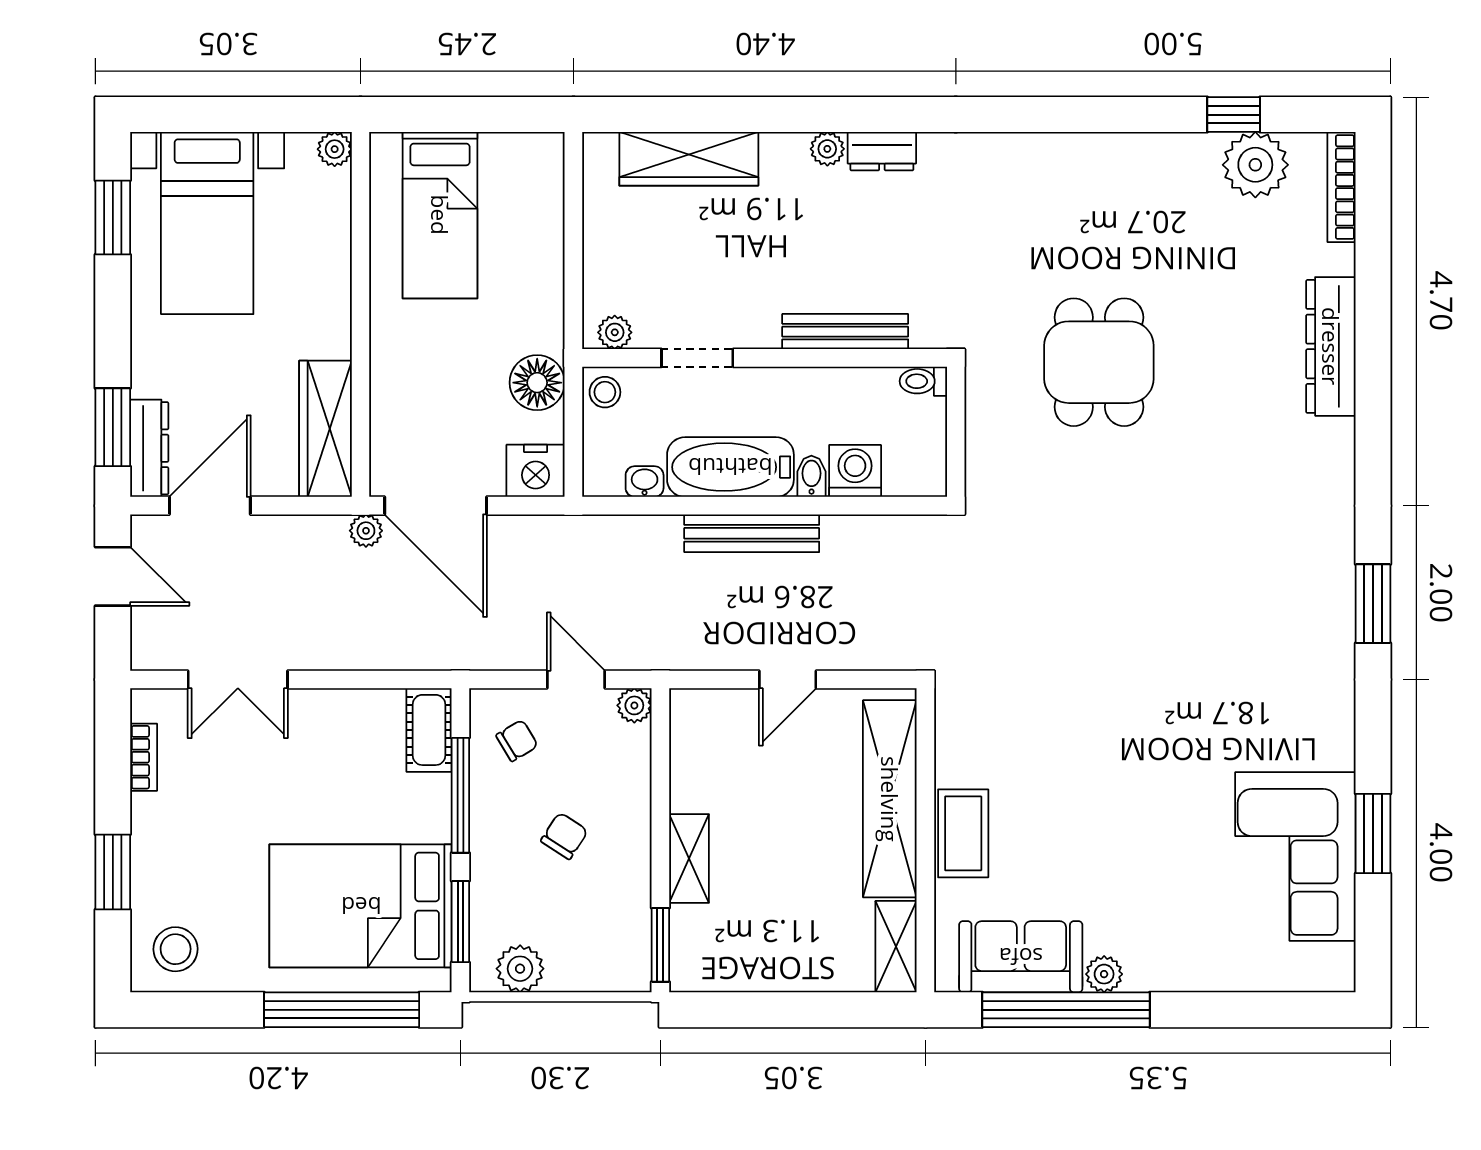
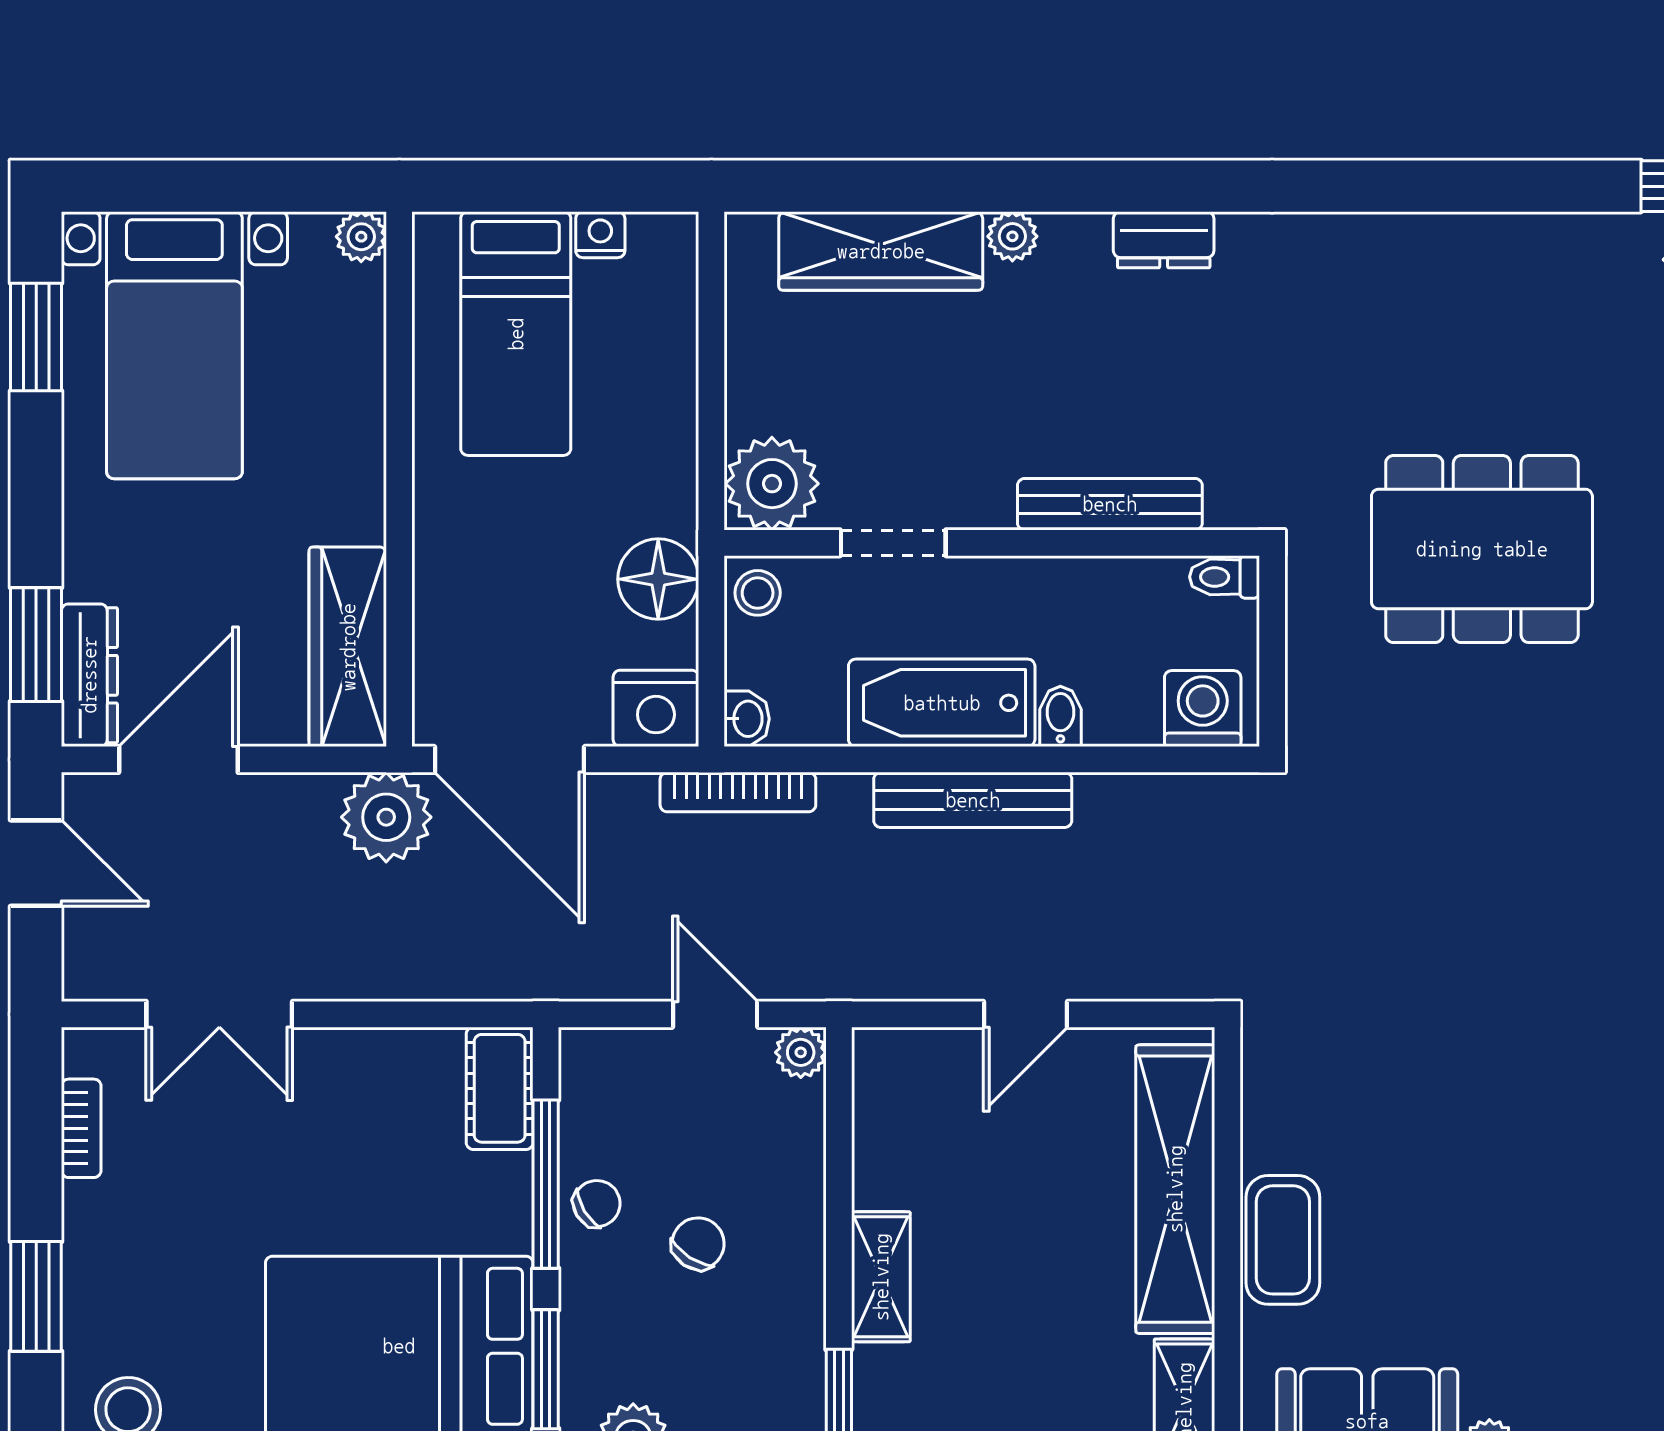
nightstand: (498, 148) -> (600, 235), added
plant: (827, 149) -> (1012, 236), moved
plant: (615, 332) -> (772, 484), width x1.88, depth x1.88
dining table: (1099, 362) -> (1482, 549), width x1.38
washing machine: (855, 471) -> (1203, 709), moved
washbasin: (645, 482) -> (747, 719), moved, turned 90
bookcase: (591, 528) -> (738, 792), added
plant: (366, 531) -> (386, 817), width x1.88, depth x1.88
chair: (517, 741) -> (597, 1204), moved

